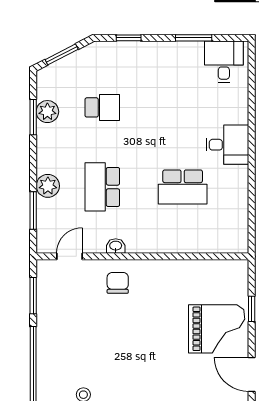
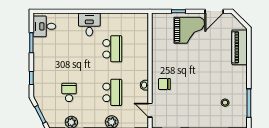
school desk: (102, 187) -> (112, 92), turned -90
grand piano: (217, 329) -> (189, 30), turned 90

